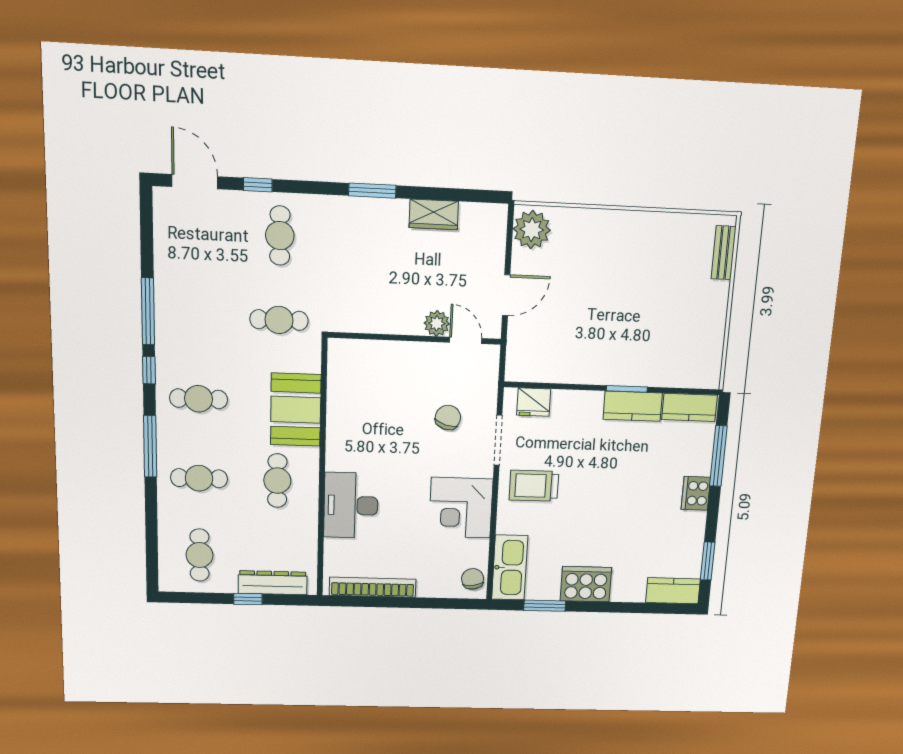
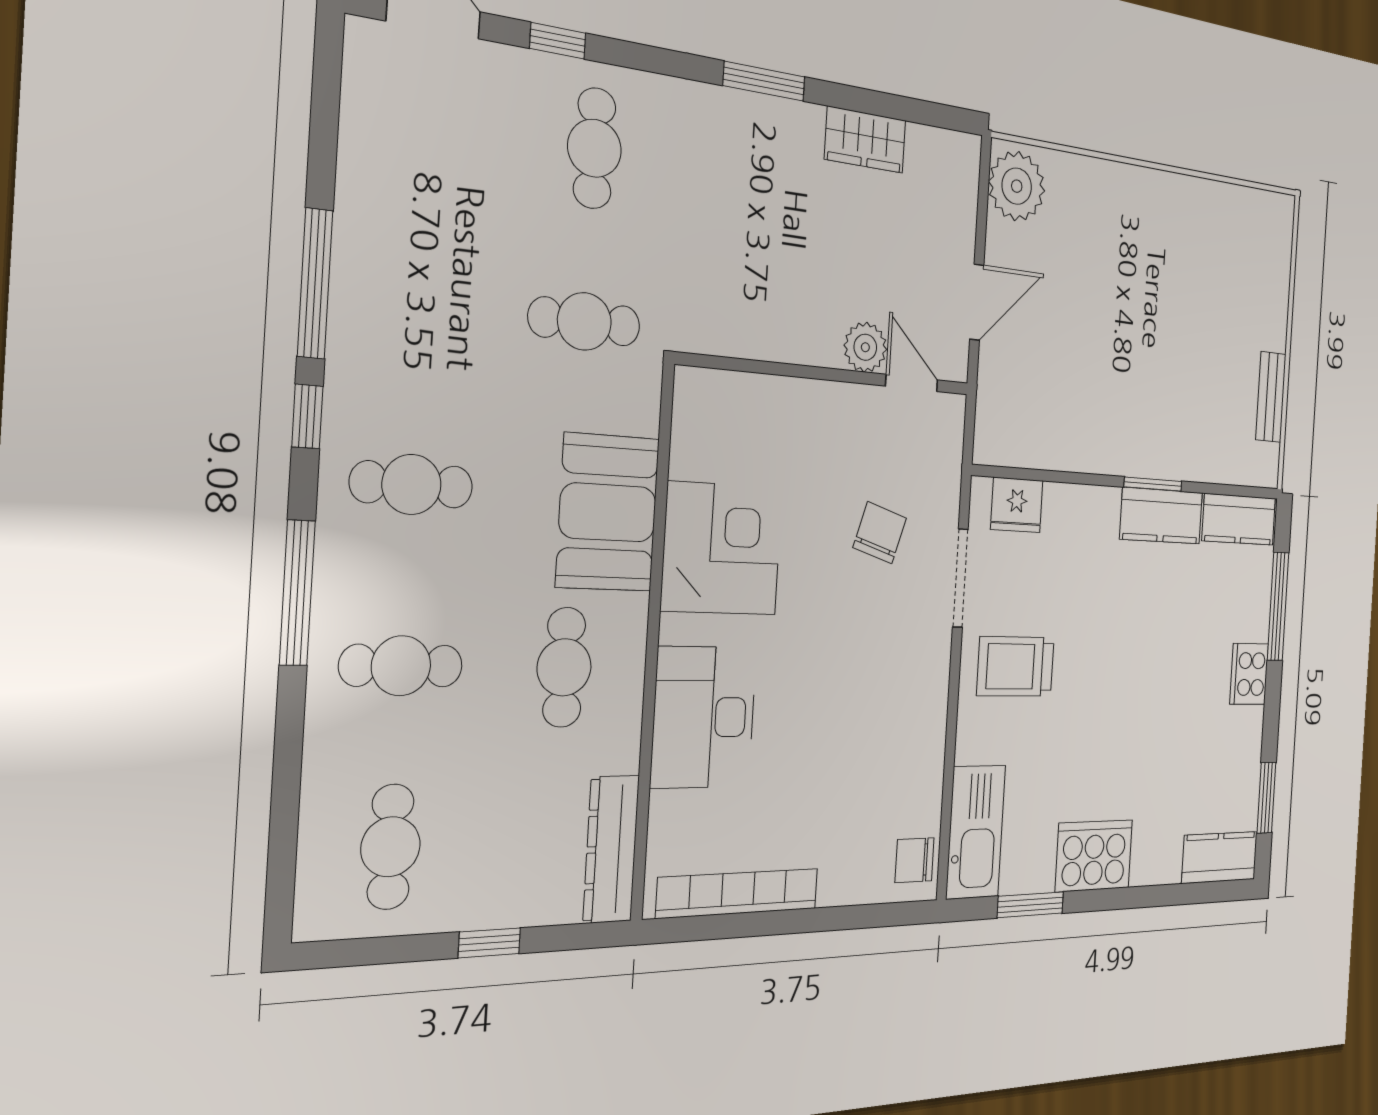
bench: (724, 253) -> (1271, 397), moved
corner desk: (461, 508) -> (722, 549), moved, turned 180
chair: (473, 579) -> (915, 860), turned -82
dresser: (273, 583) -> (611, 849), moved, turned -90

